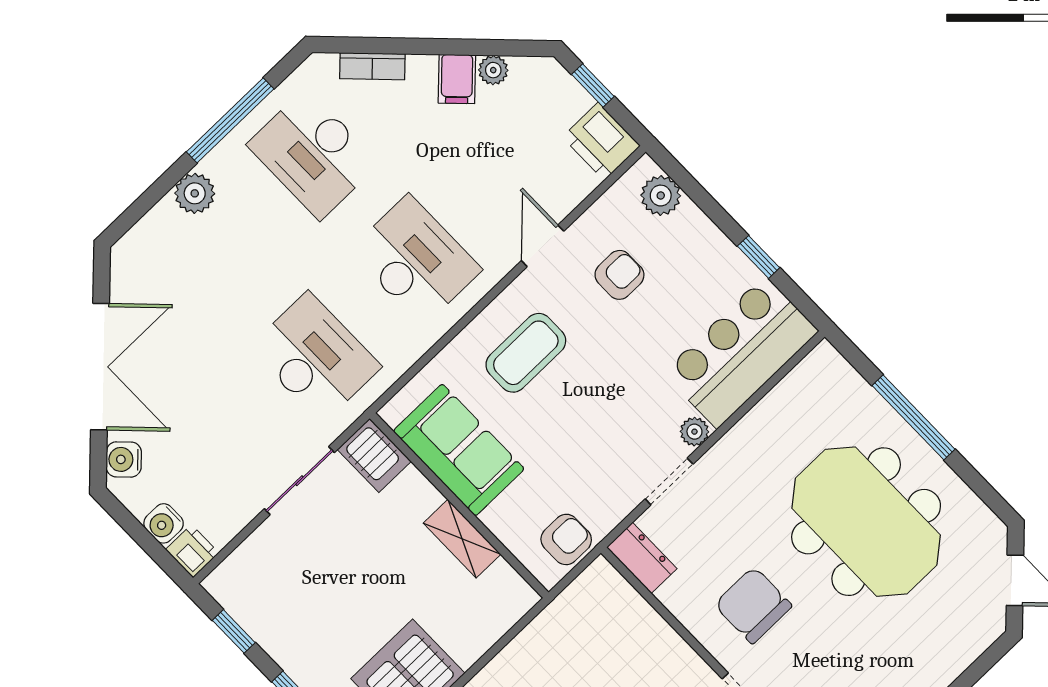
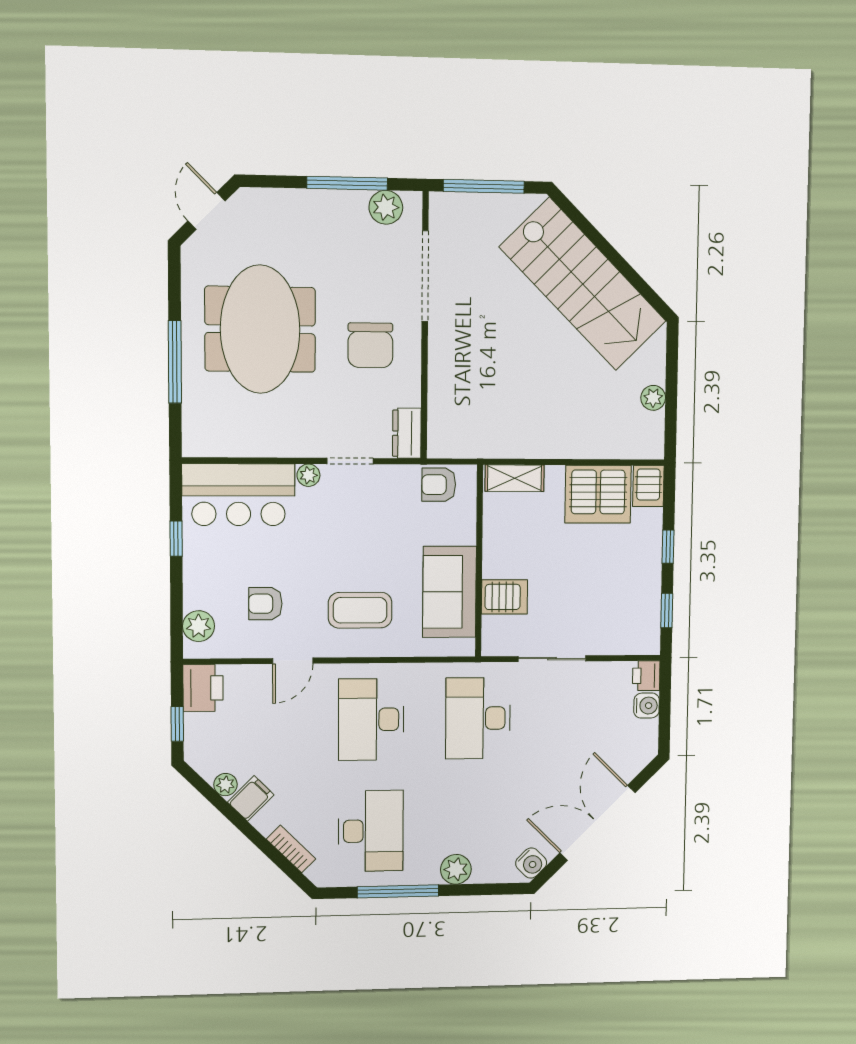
server rack: (374, 455) -> (504, 597), moved, turned 90
water cooler: (124, 459) -> (531, 863), moved
shelving: (462, 539) -> (515, 478), moved, turned 90

